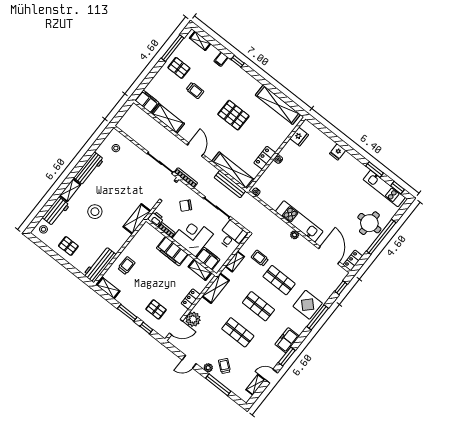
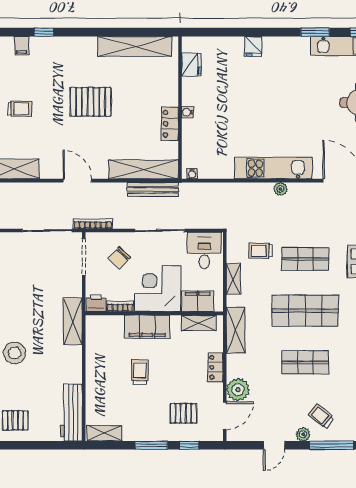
trolley: (126, 266) -> (140, 372), moved
shop shelf: (258, 306) -> (305, 311), width x1.43, depth x1.36

